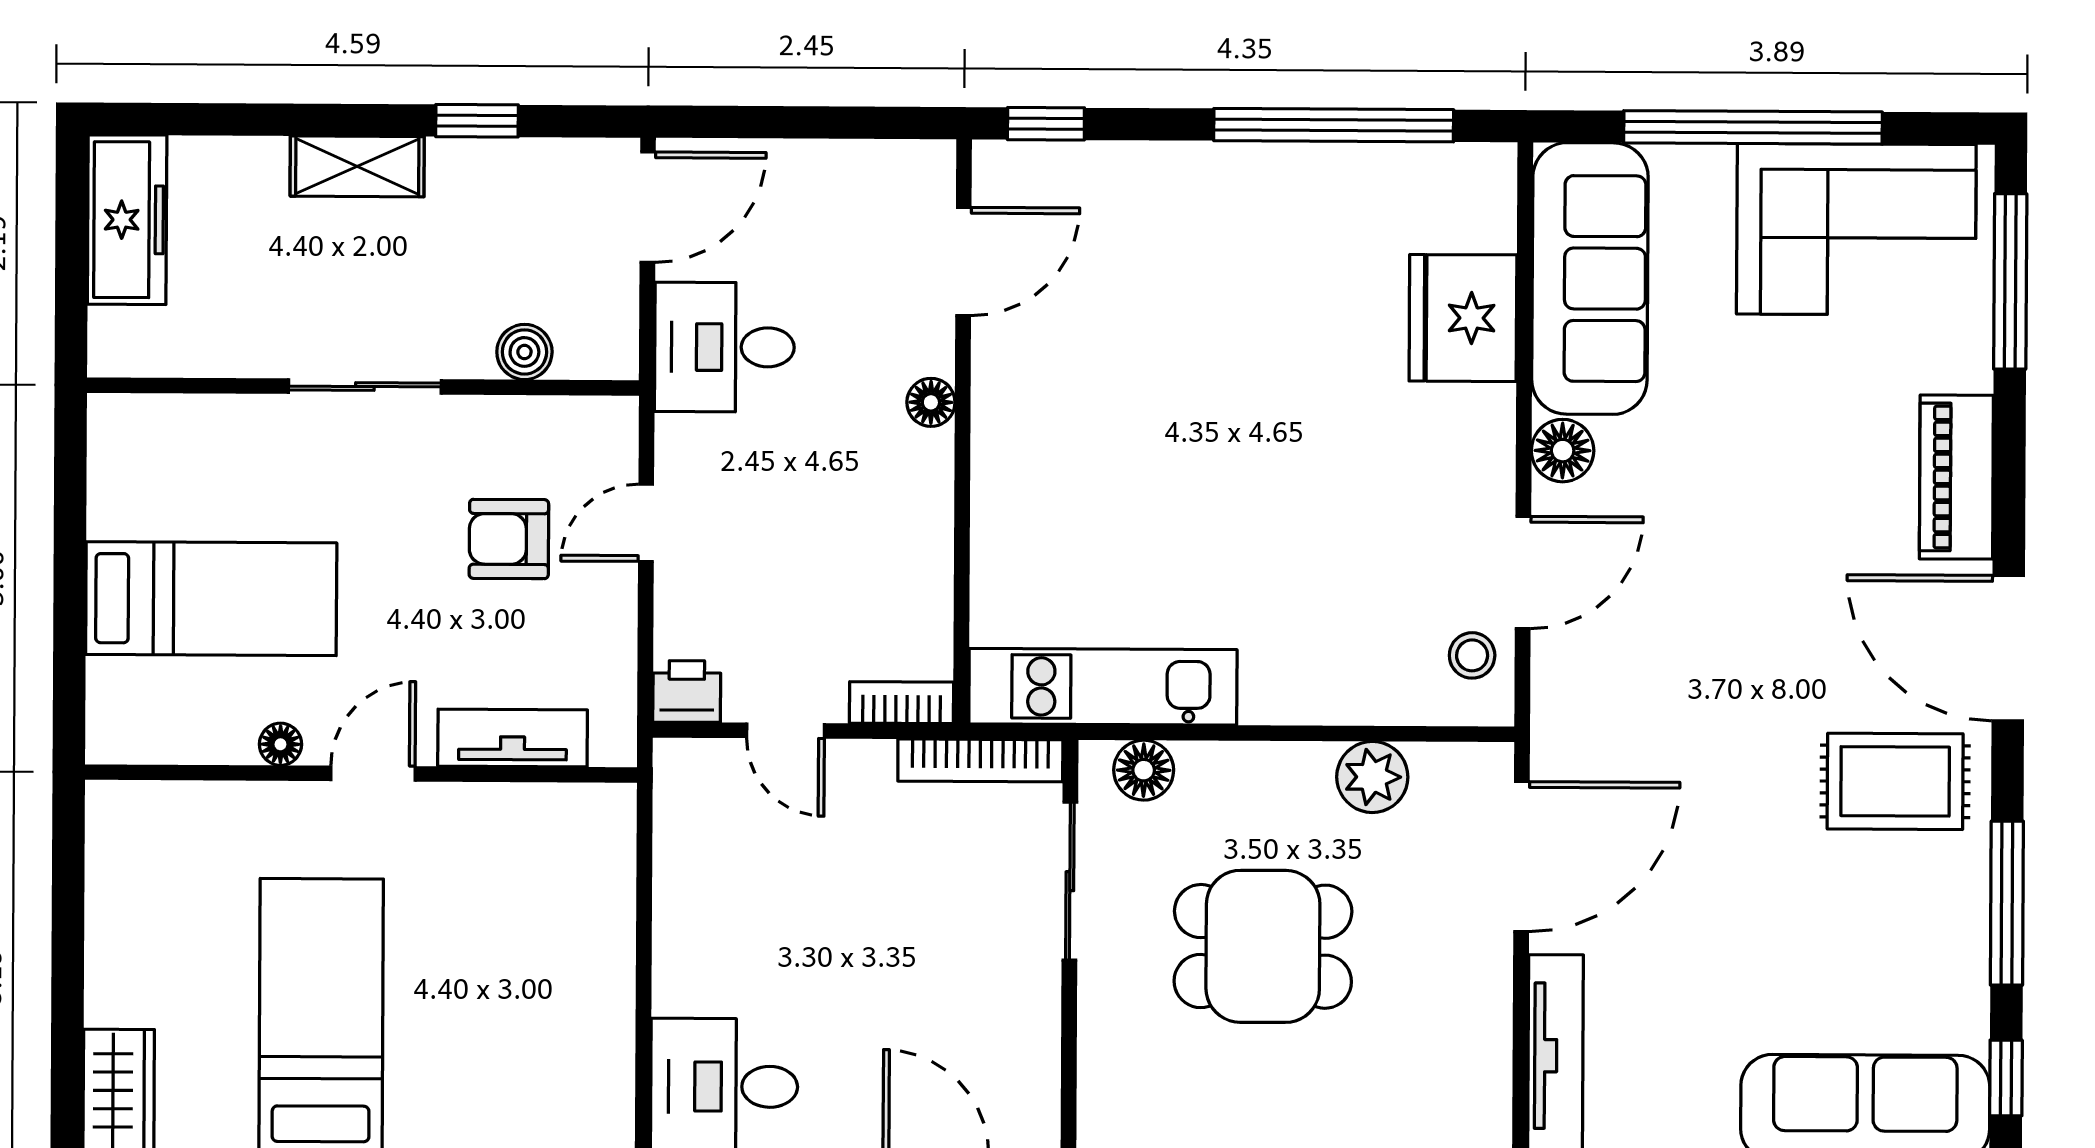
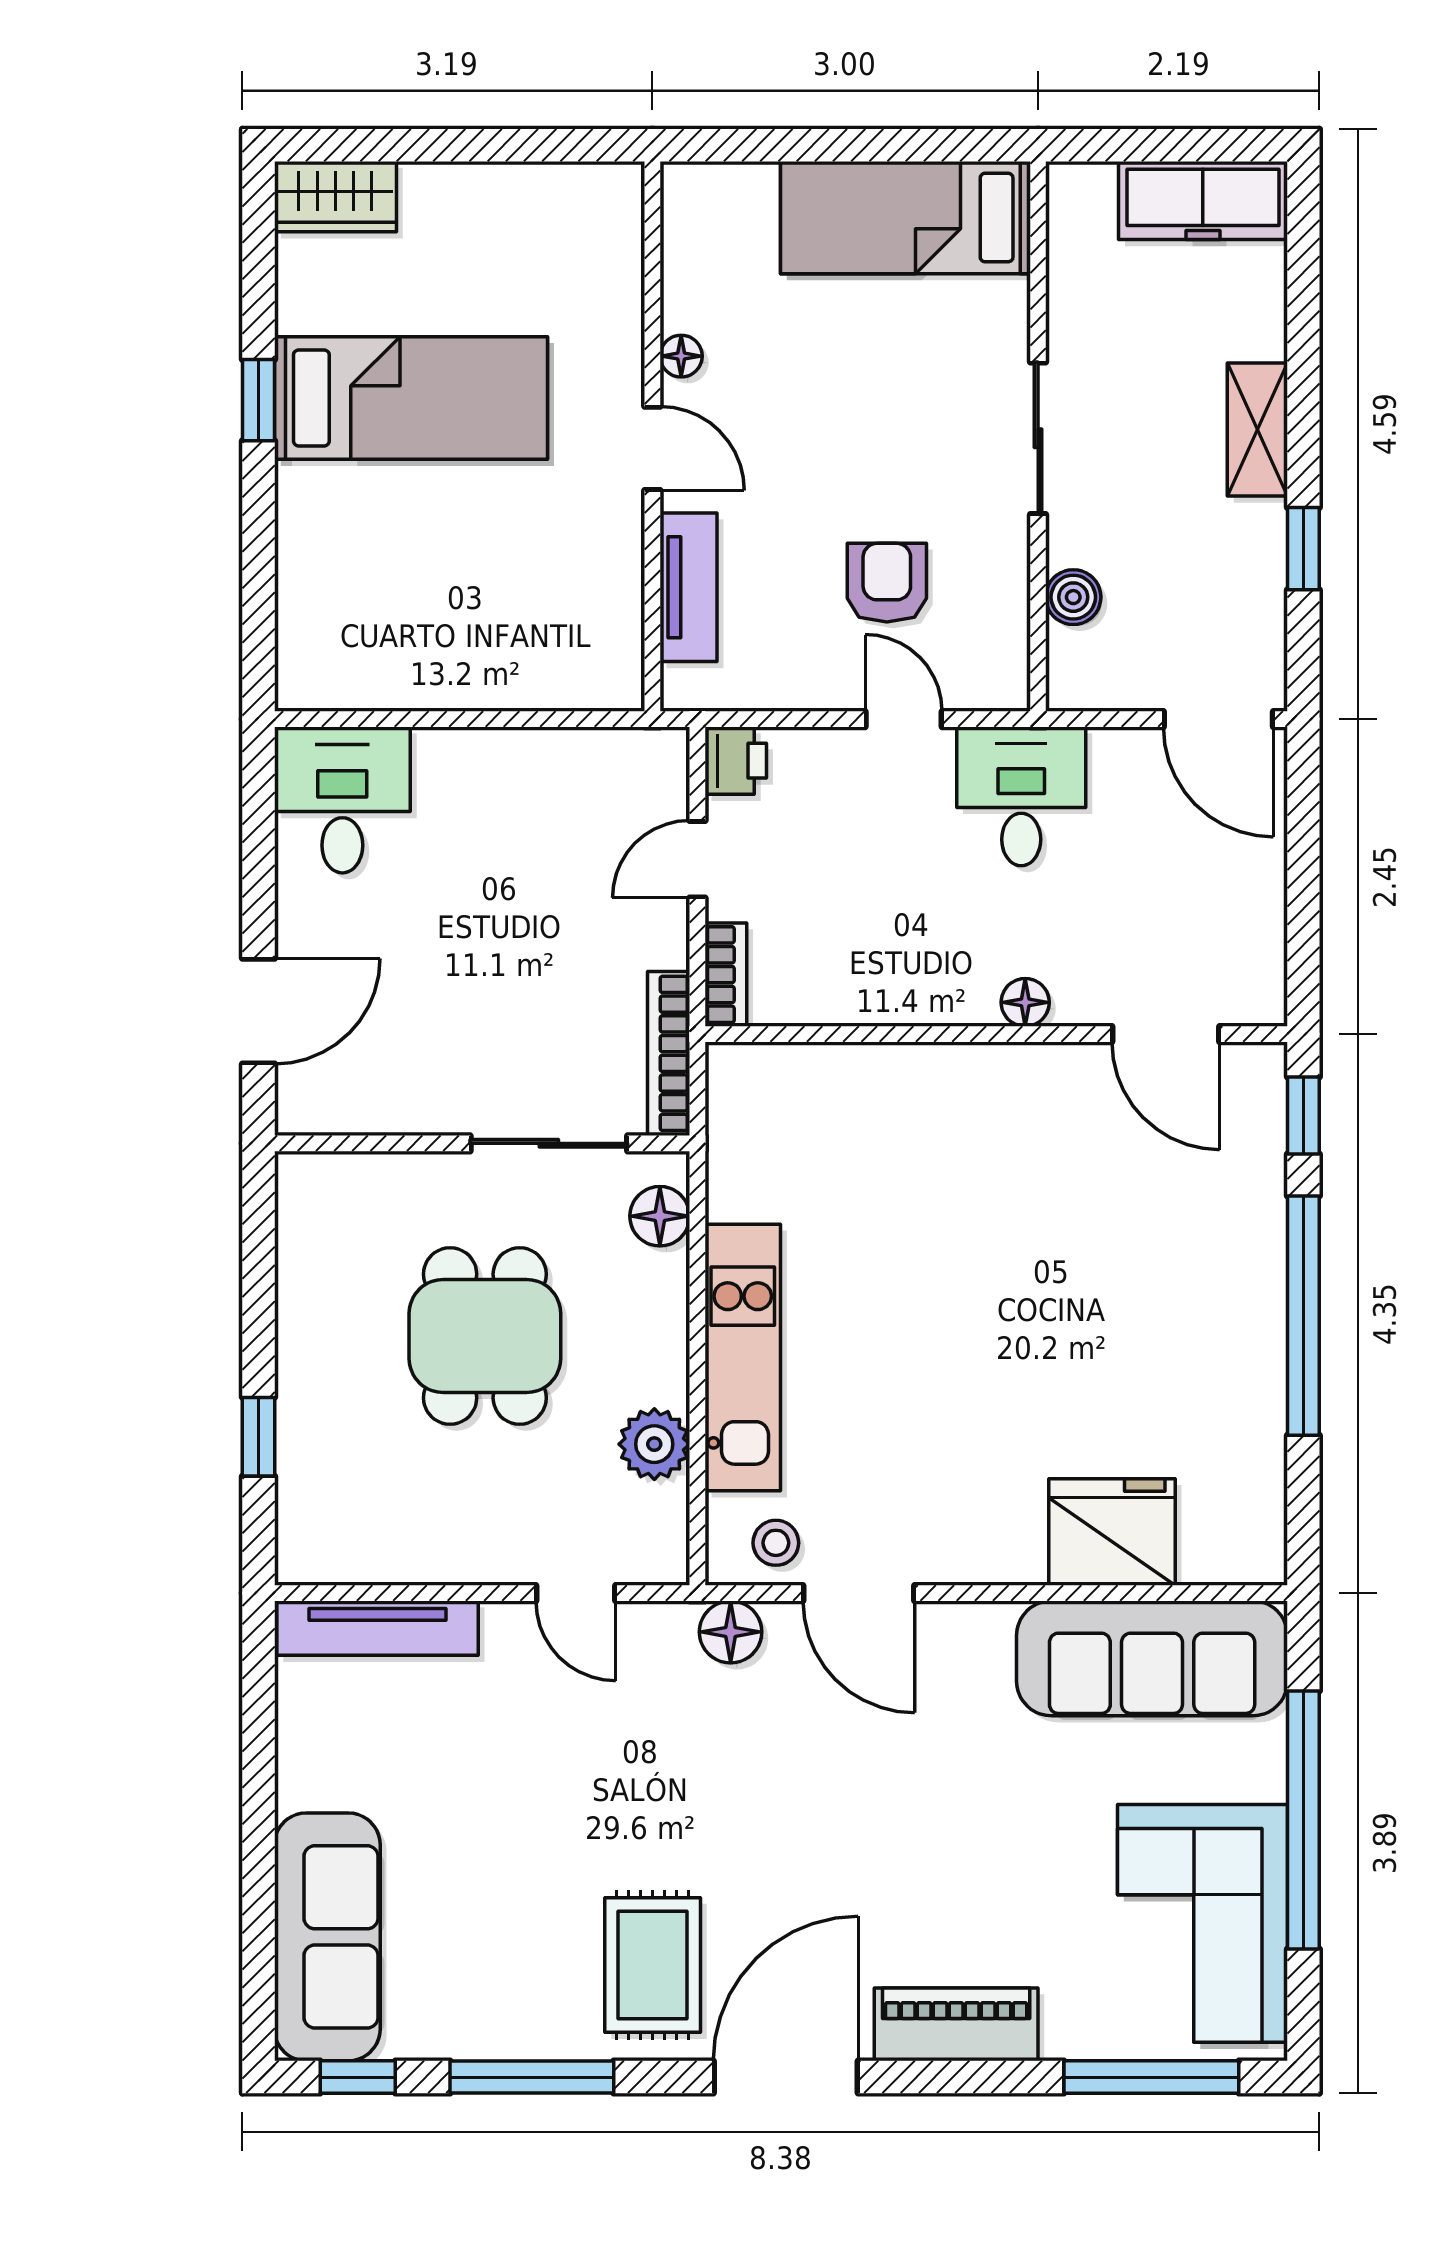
window: (1334, 125) -> (1303, 1316), moved
desk: (724, 347) -> (1021, 796), moved
floor lamp: (1563, 451) -> (731, 1632), moved
bed: (211, 599) -> (905, 218), moved, turned 90
kitchen unit: (1103, 687) -> (743, 1358), moved
door: (1521, 857) -> (576, 1593), width x0.53

